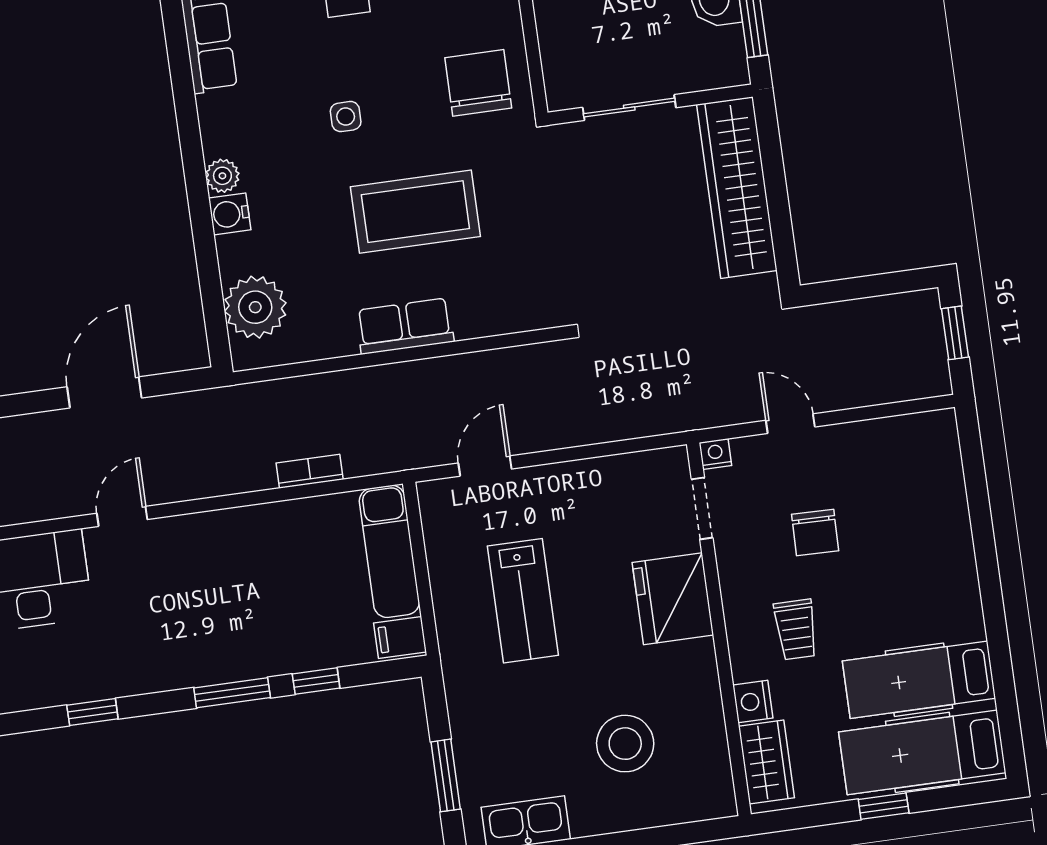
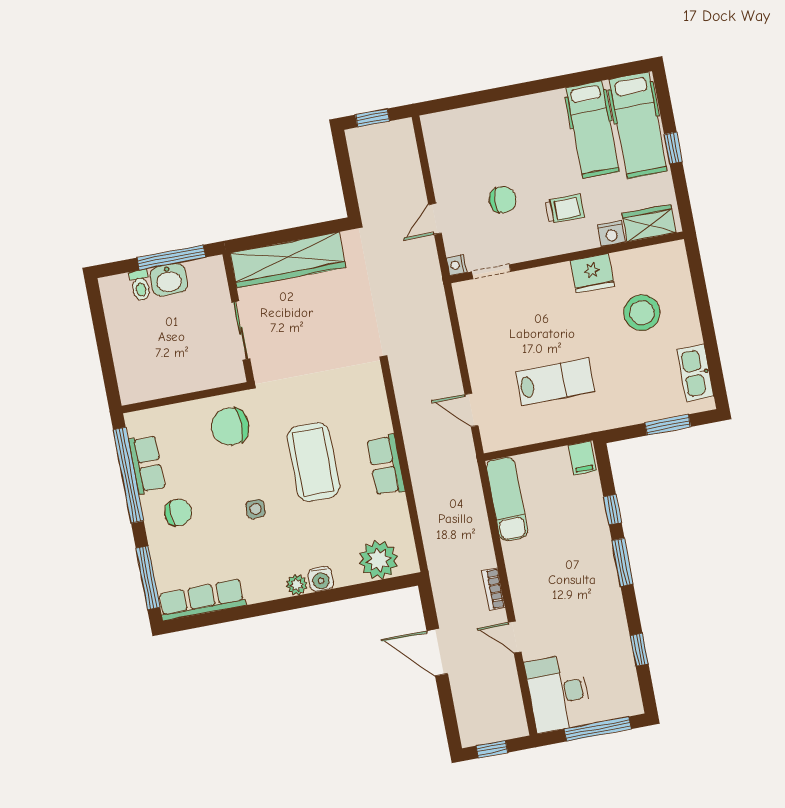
bookcase: (310, 471) -> (493, 589), moved
exam couch: (389, 551) -> (507, 499), moved, turned -90
fridge: (673, 599) -> (592, 273), moved, width x0.73, depth x0.75

